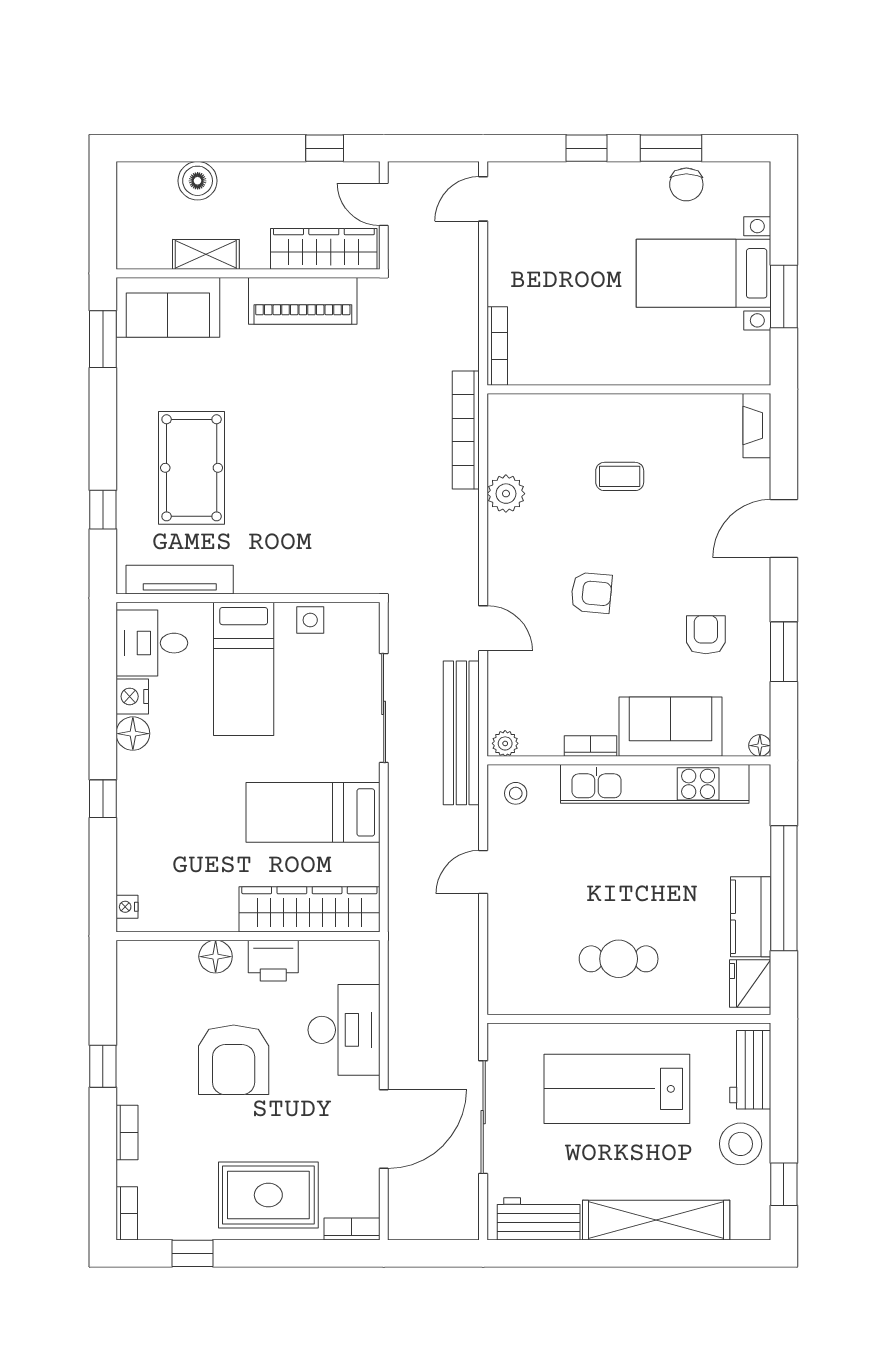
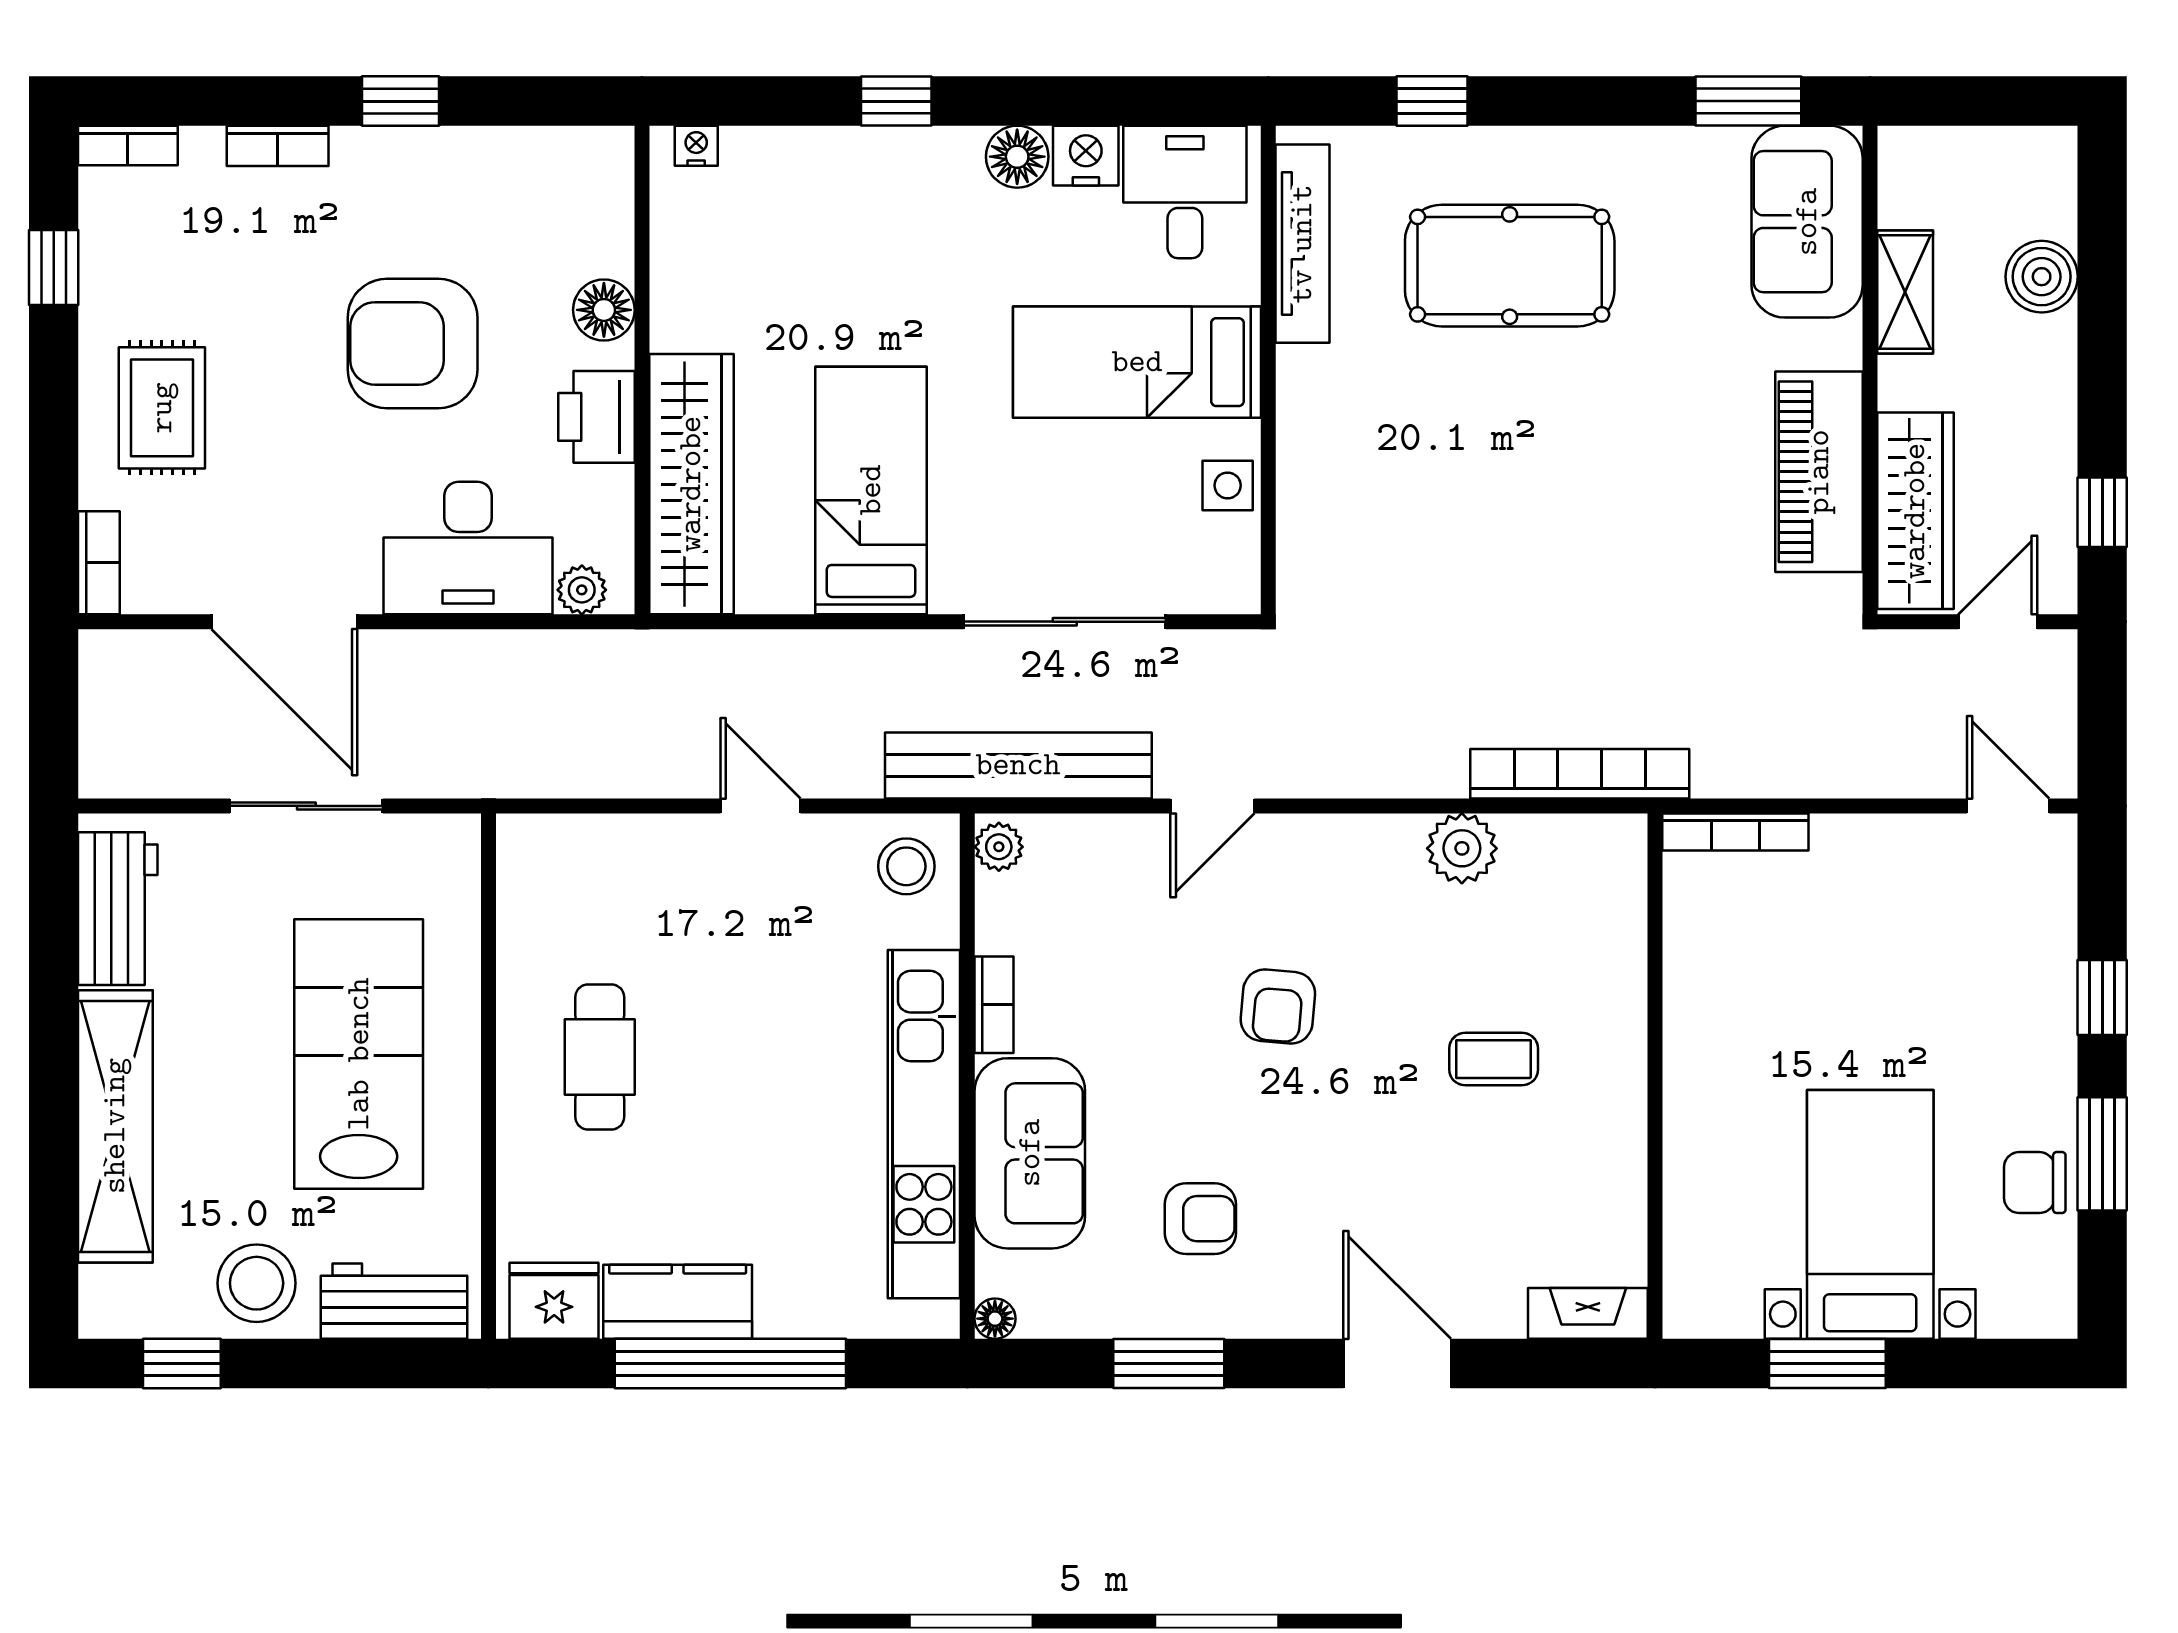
coffee table: (620, 476) -> (1494, 1059), turned 90
stool: (516, 793) -> (906, 866), width x1.37, depth x1.37
plant: (367, 968) -> (582, 590), added
sliding door: (483, 1117) -> (306, 806), width x0.73
rug: (268, 1195) -> (162, 408), width x0.73, depth x0.70

